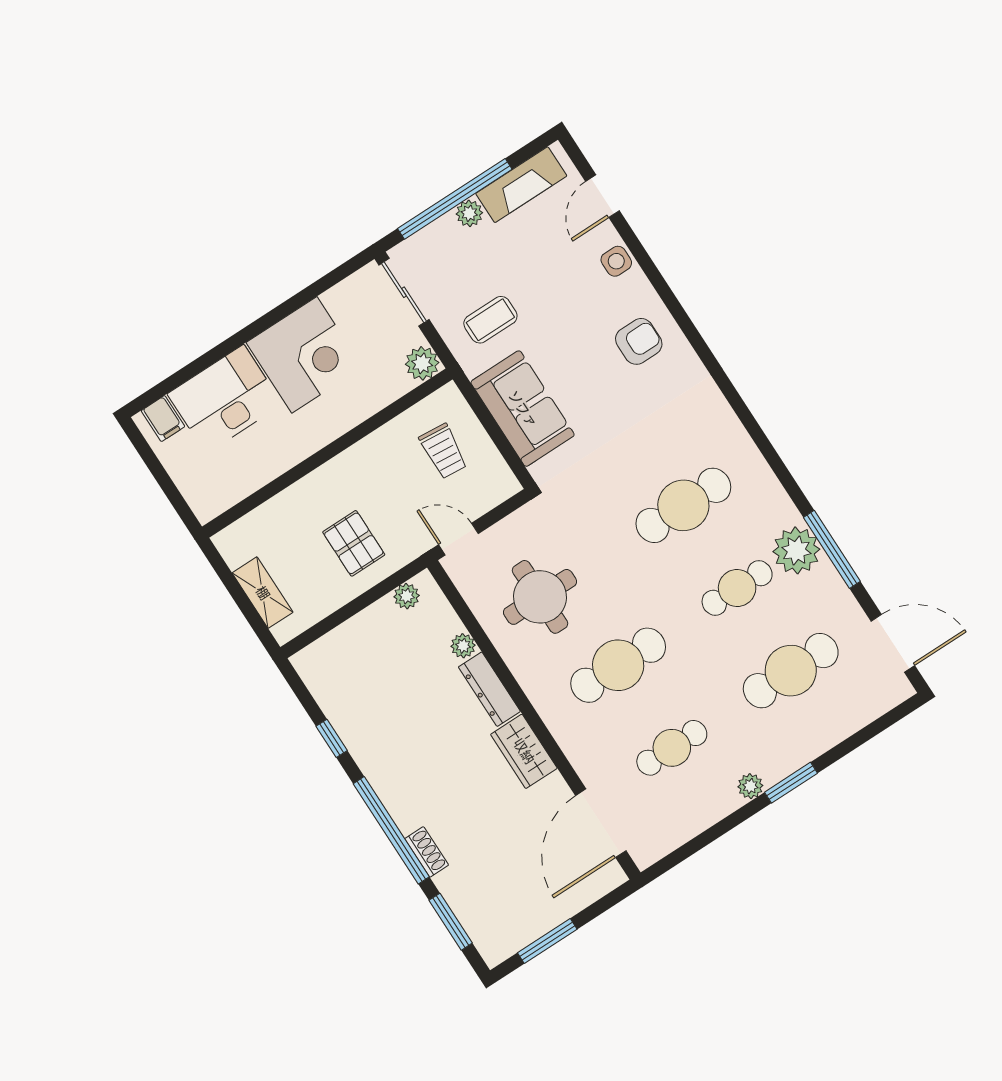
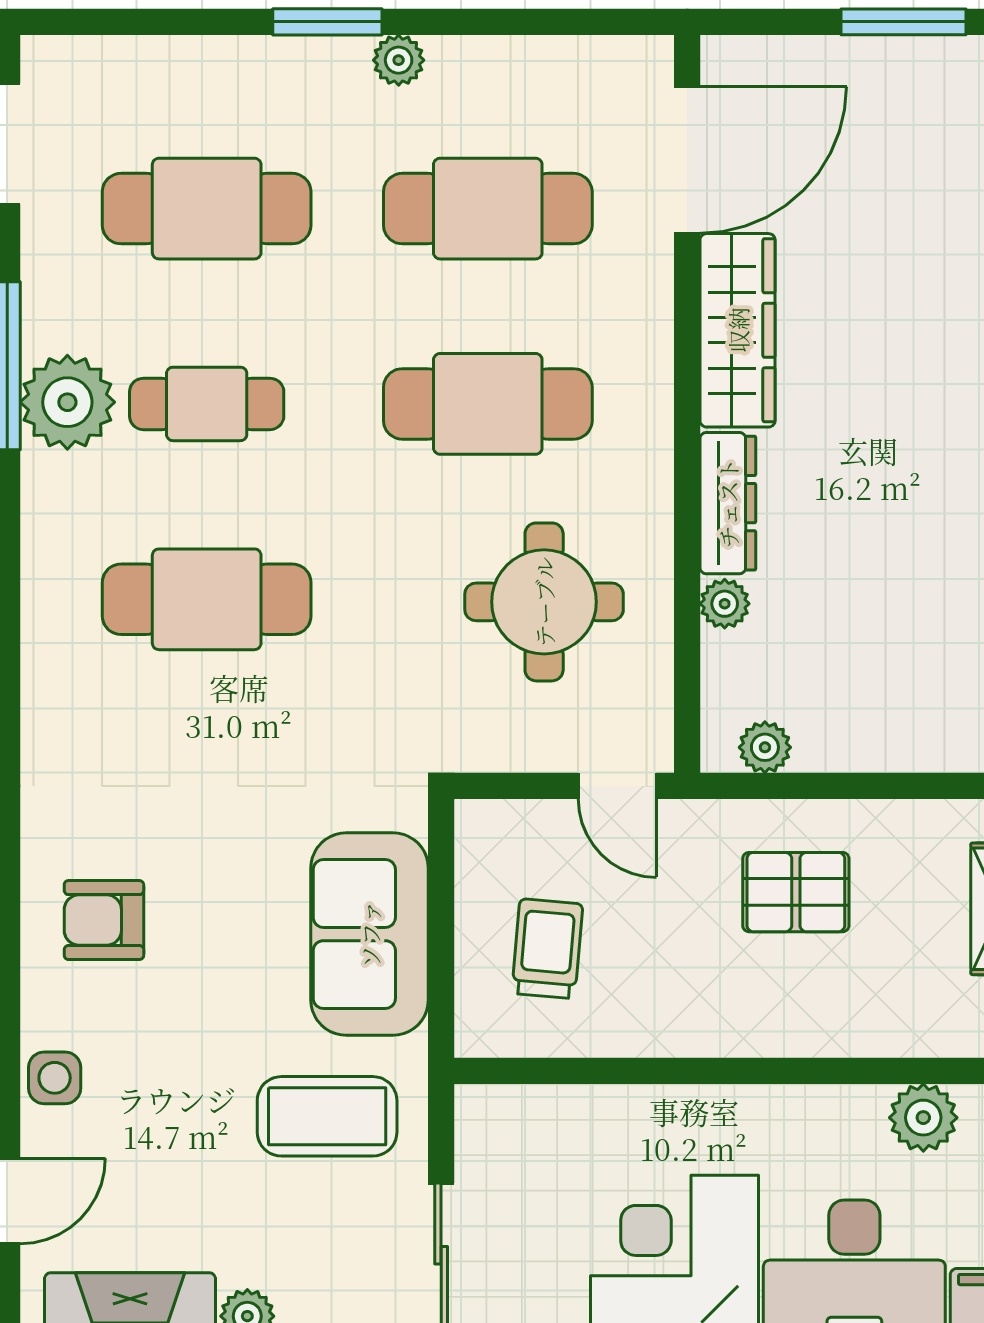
coffee table: (490, 320) -> (327, 1116), width x1.36, depth x1.30
plant: (422, 363) -> (923, 1118), moved
pallet: (354, 543) -> (796, 892), turned 90
cafe table: (672, 748) -> (488, 209), width x1.37, depth x1.35
wardrobe: (524, 751) -> (738, 330), width x1.50

